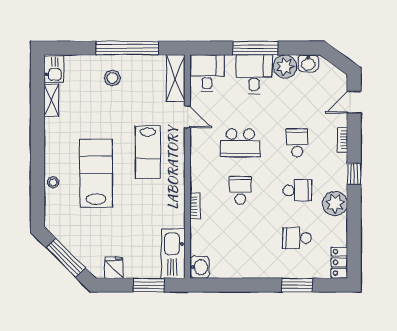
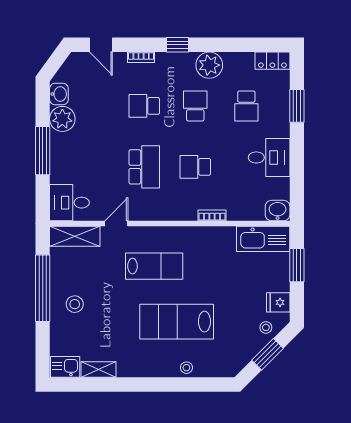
desk: (254, 74) -> (269, 157), moved, turned 180
stool: (91, 256) -> (266, 327), added
window: (66, 258) -> (268, 354), width x0.69

